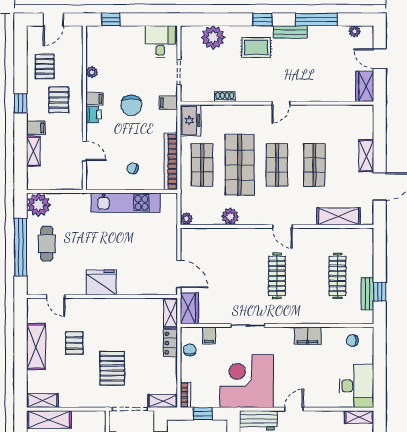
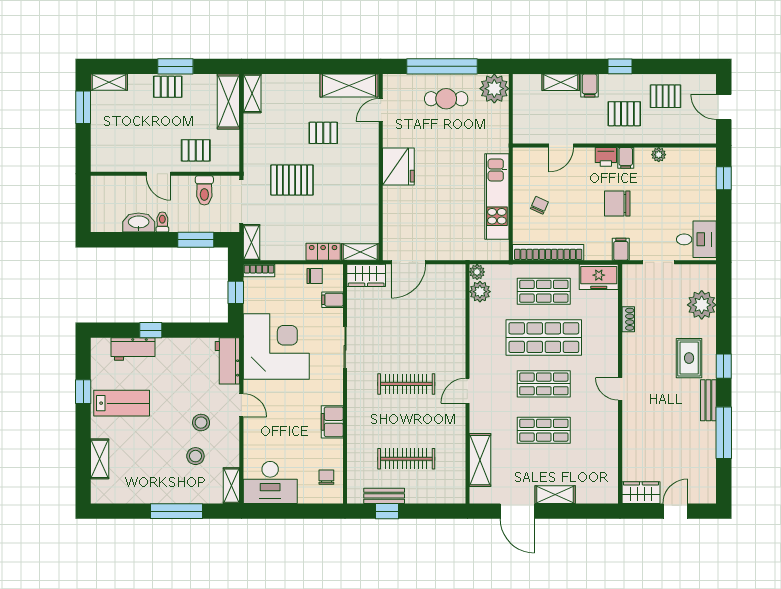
plant: (355, 31) -> (709, 480), removed
plant: (230, 216) -> (480, 292), moved
shelving: (36, 347) -> (349, 85), moved

